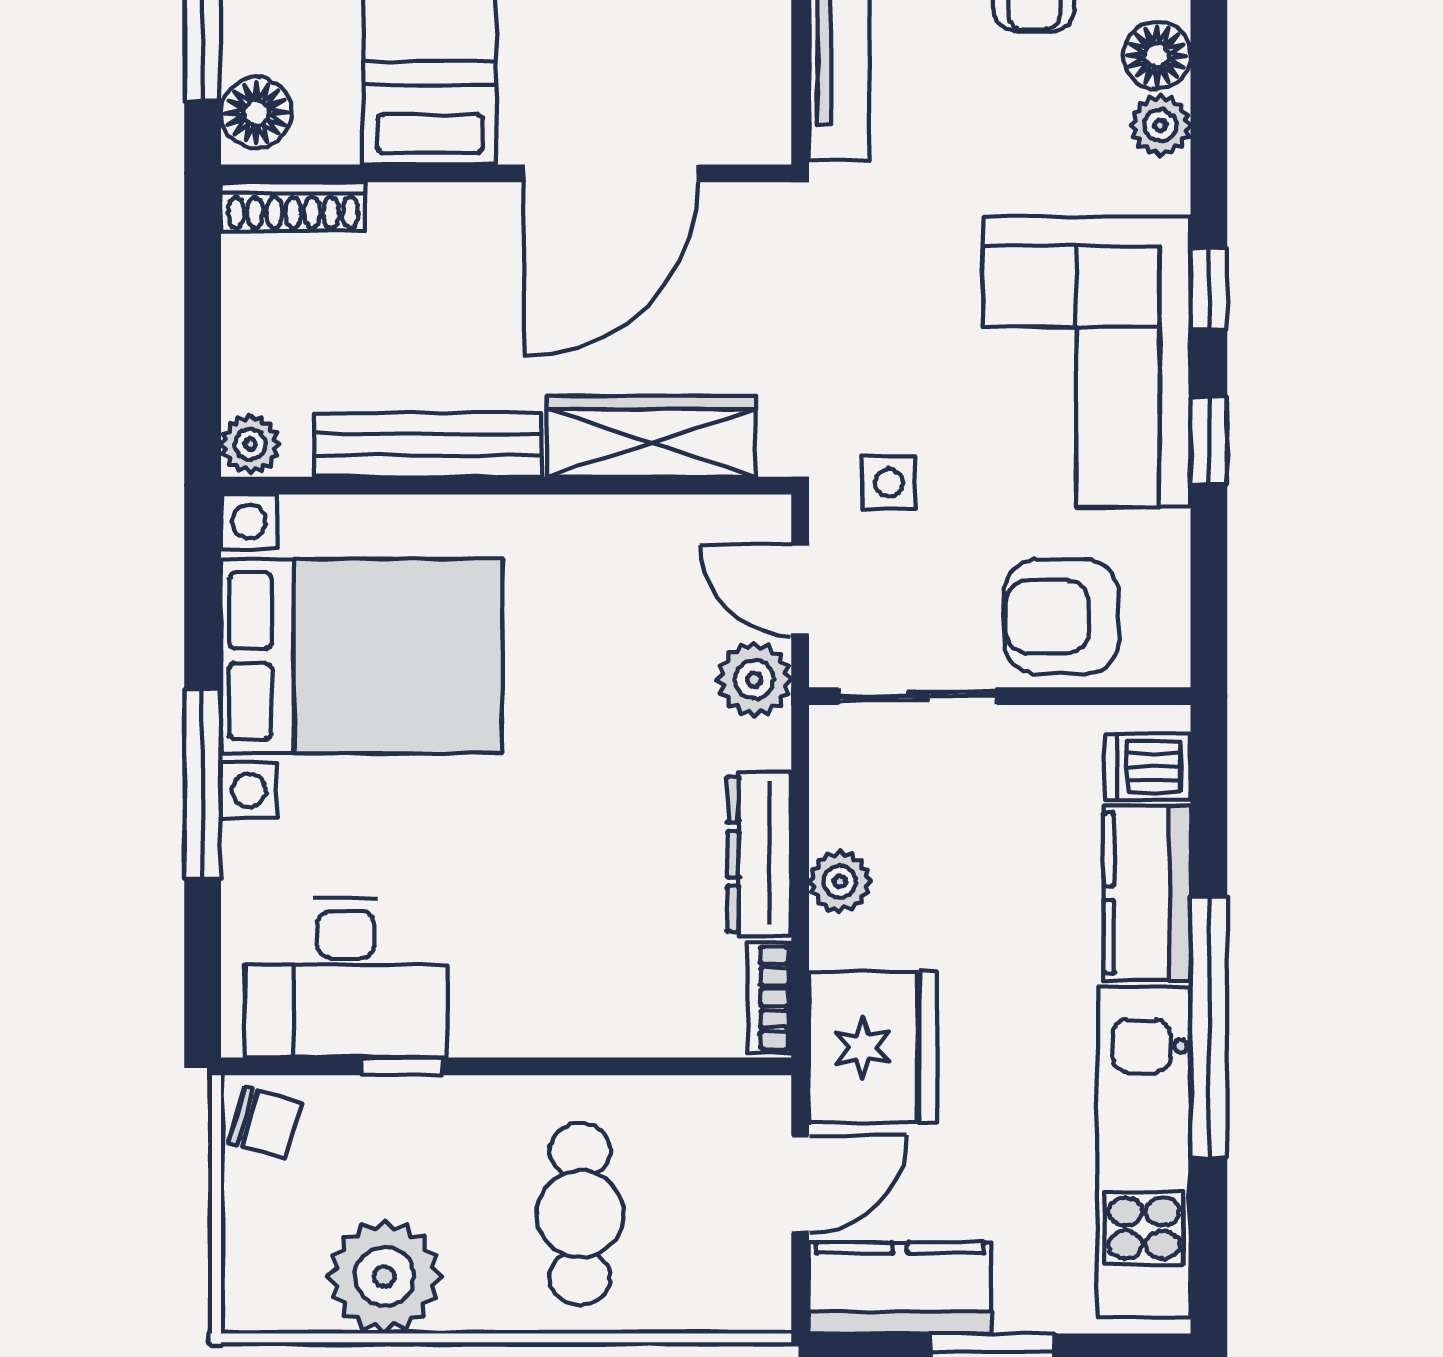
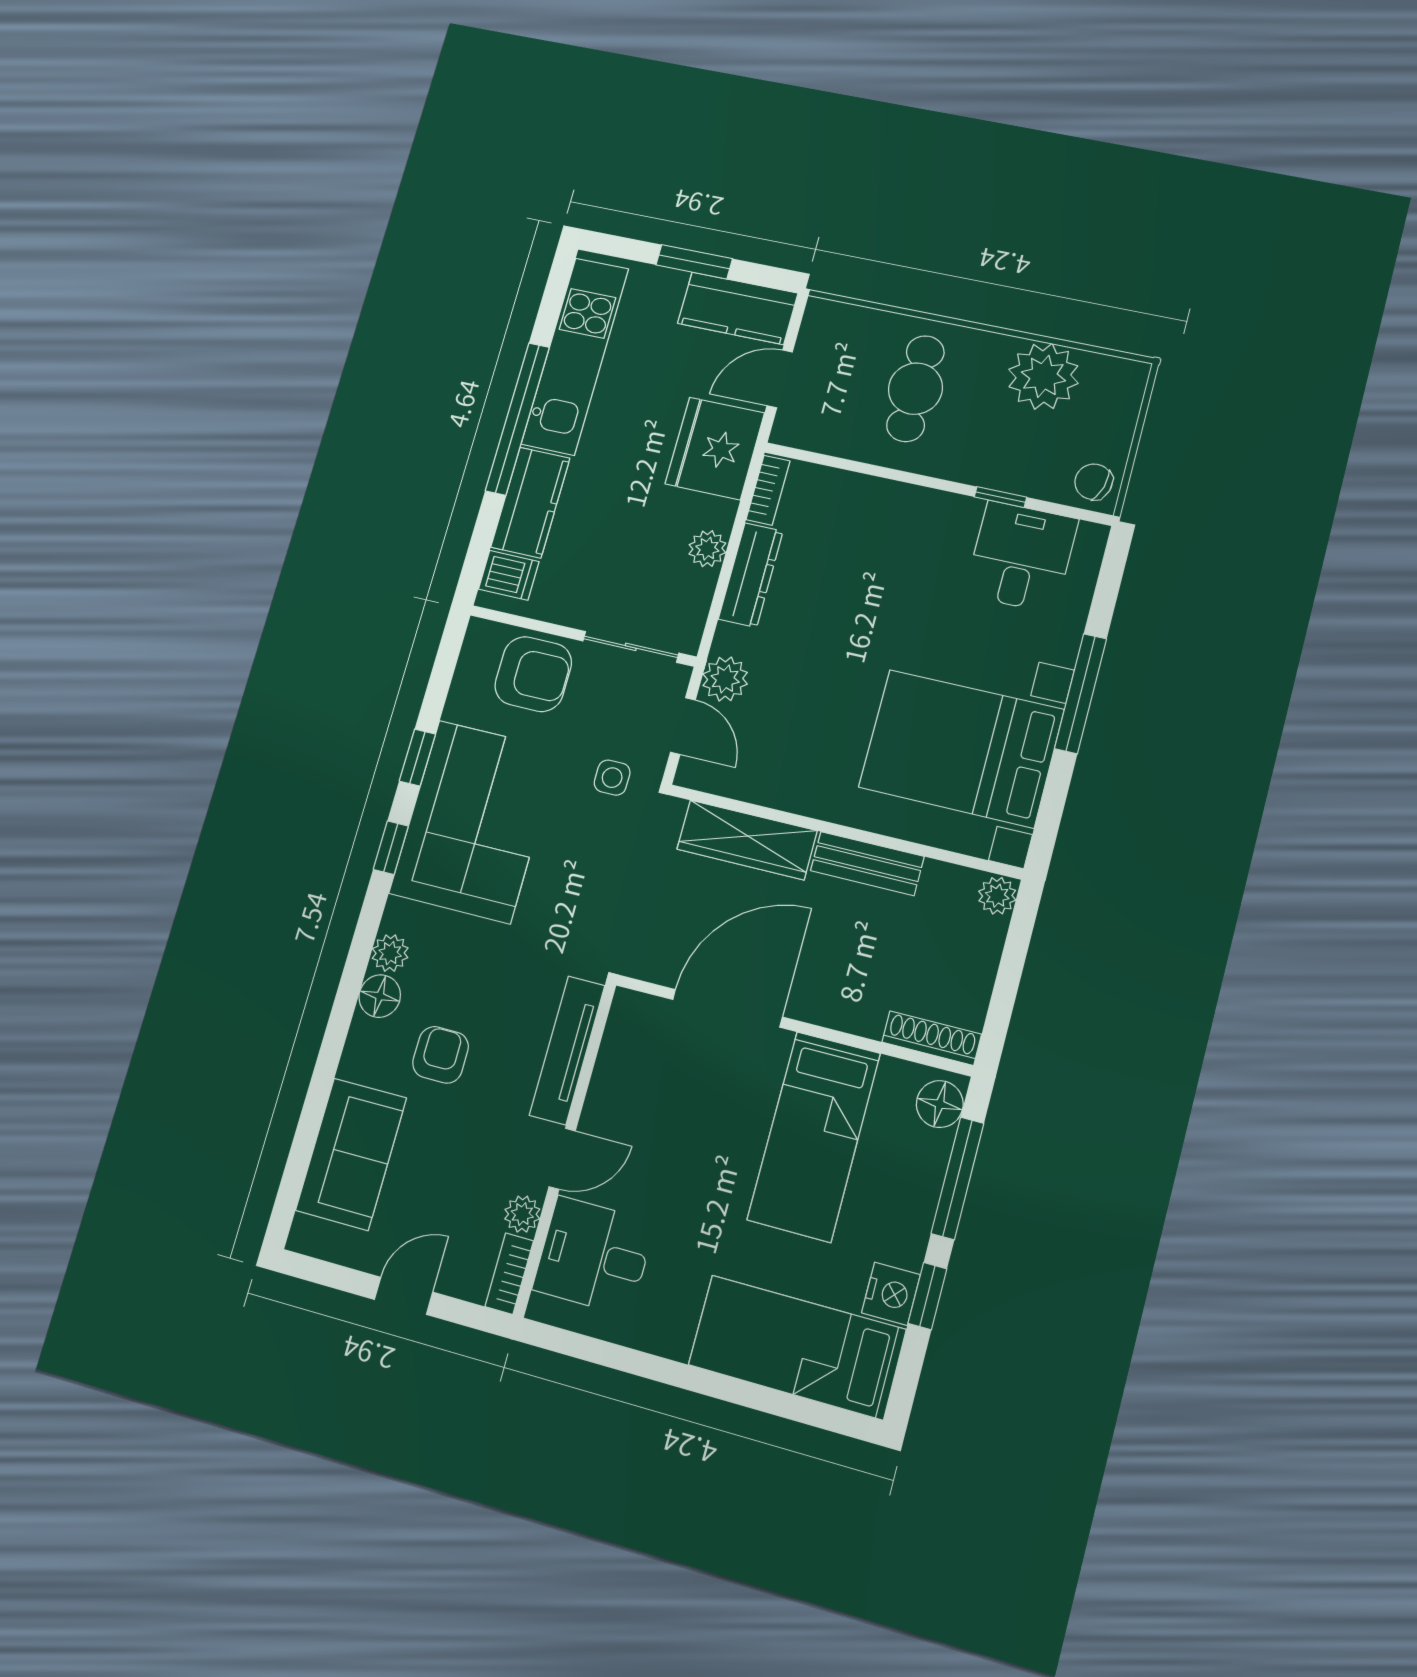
bench: (428, 445) -> (867, 864), width x0.73
desk: (346, 978) -> (1021, 557), width x0.73

